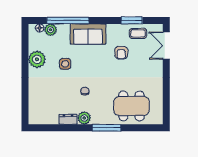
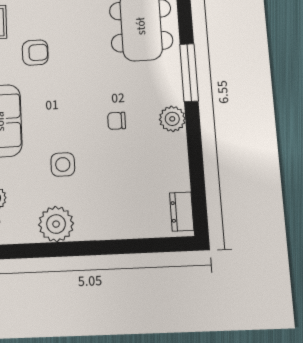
dresser: (68, 119) -> (182, 212), moved

